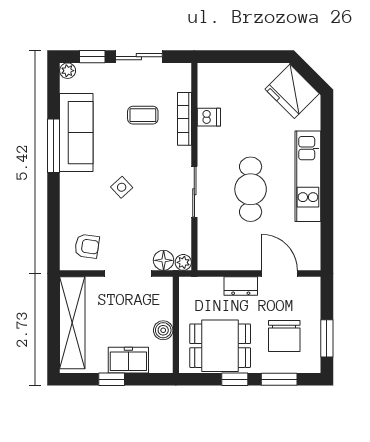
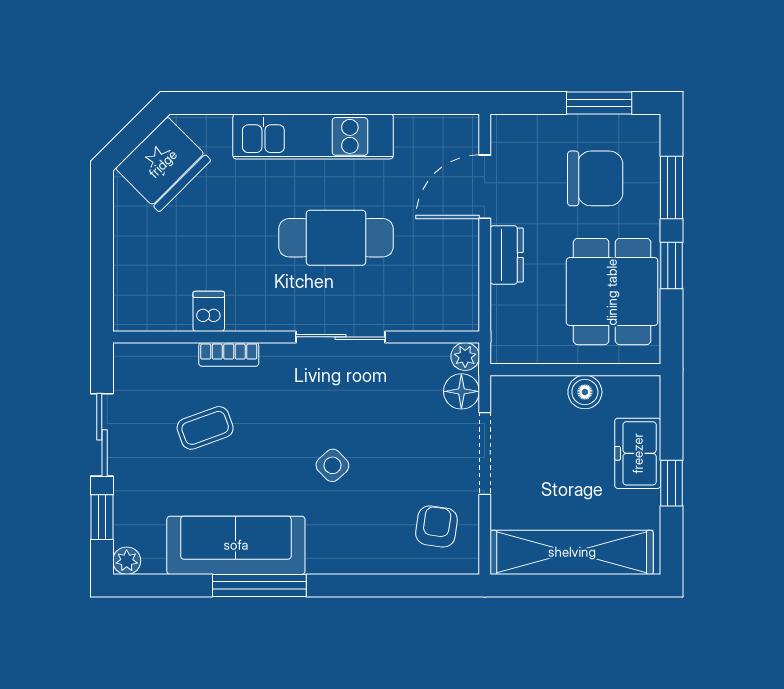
coffee table: (143, 115) -> (205, 428), turned 70
bookcase: (184, 119) -> (229, 354), width x0.64

